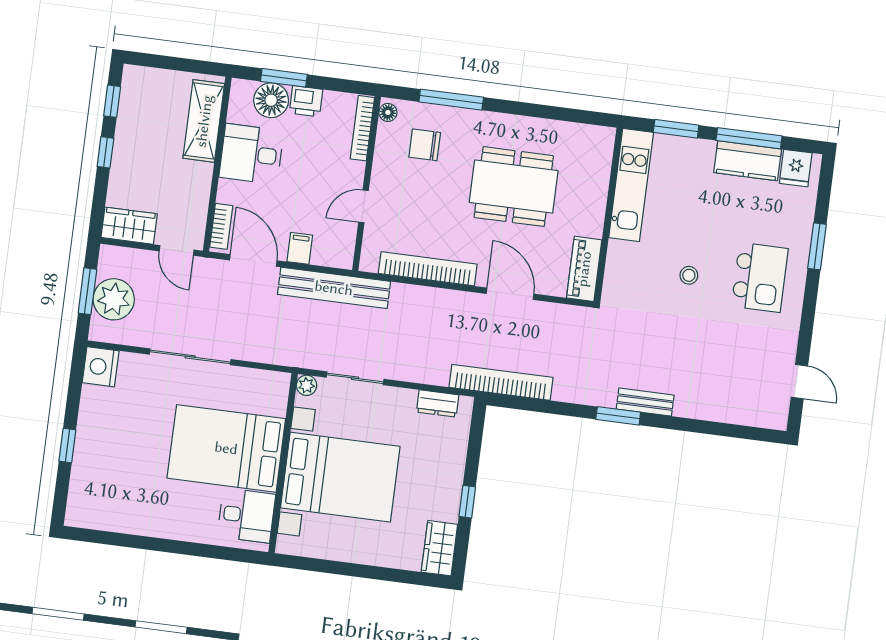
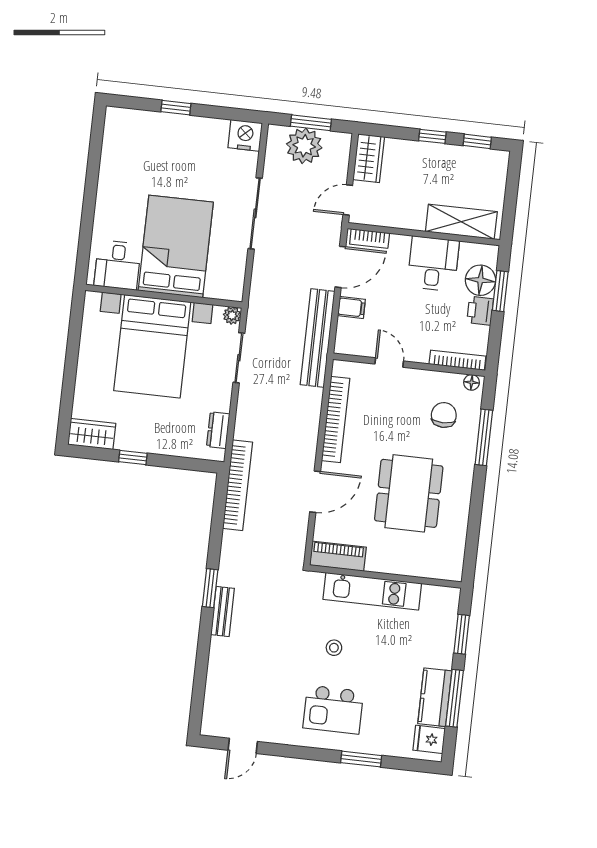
kitchen unit: (631, 185) -> (372, 591), moved

